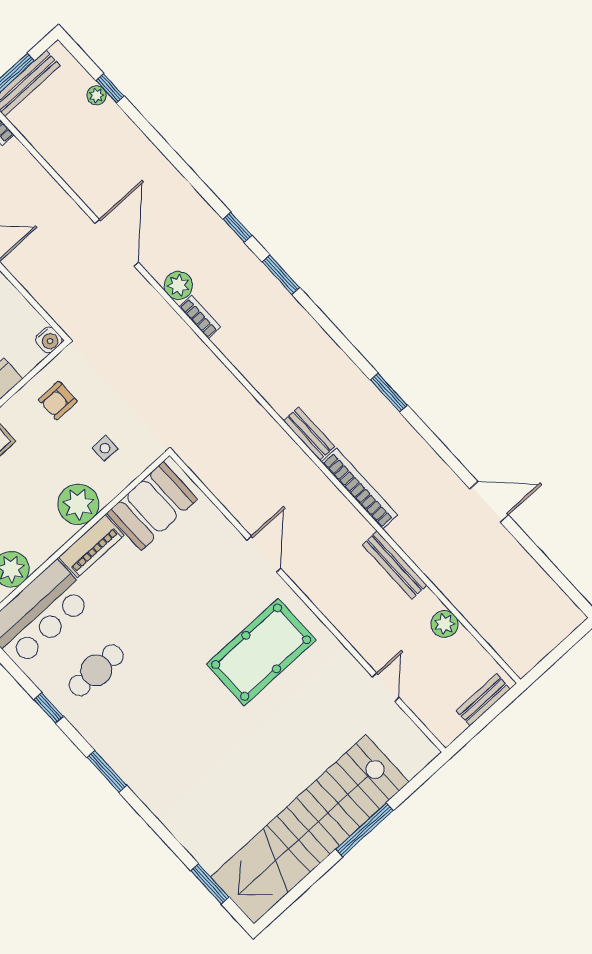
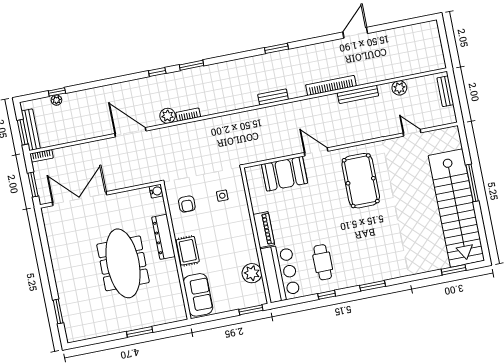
bookcase: (359, 489) -> (331, 85), moved
plant: (78, 504) -> (241, 224), removed
booth: (152, 506) -> (285, 174), moved, turned 90

